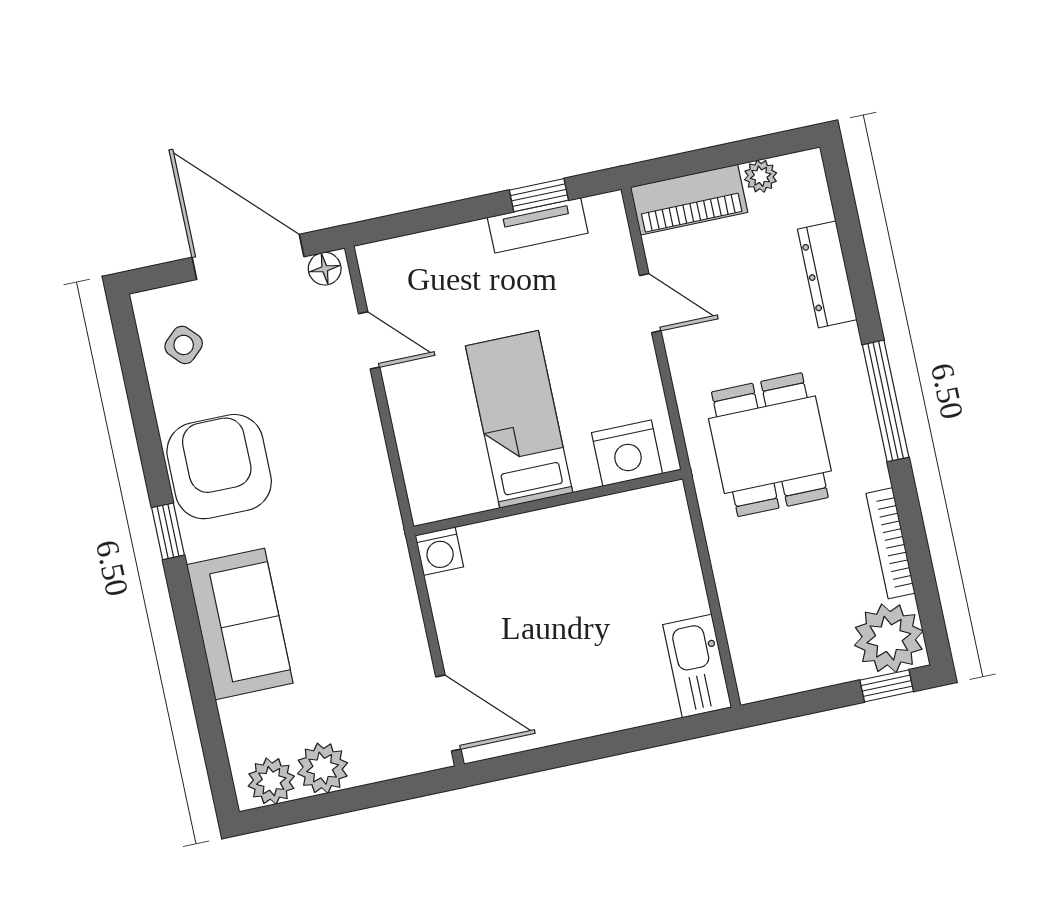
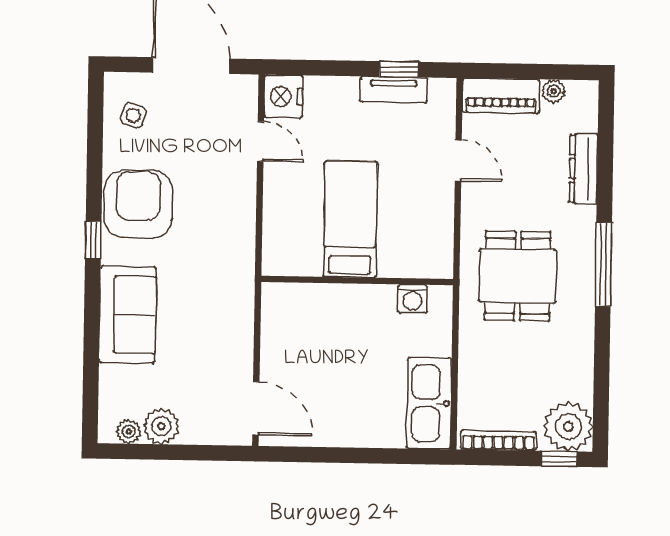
floor lamp: (325, 269) -> (242, 86), removed
side table: (184, 345) -> (133, 115), turned -30
nightstand: (627, 453) -> (284, 96), moved, turned 90
bookcase: (890, 543) -> (498, 440), moved, turned 90
washing machine: (439, 551) -> (413, 299), moved
kitchen sink: (697, 666) -> (429, 403), width x1.36, depth x1.24
plant: (271, 781) -> (129, 432), width x0.73, depth x0.73

